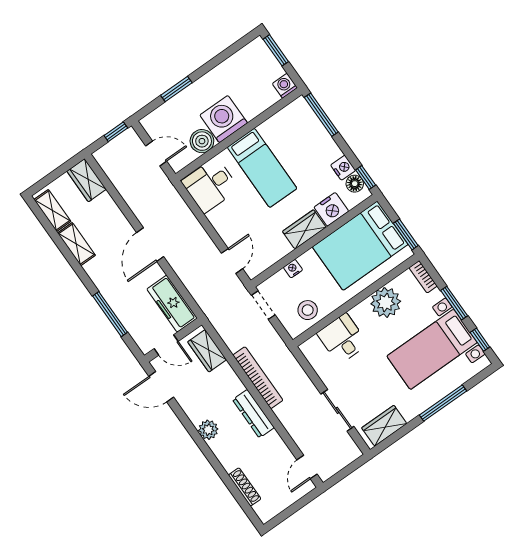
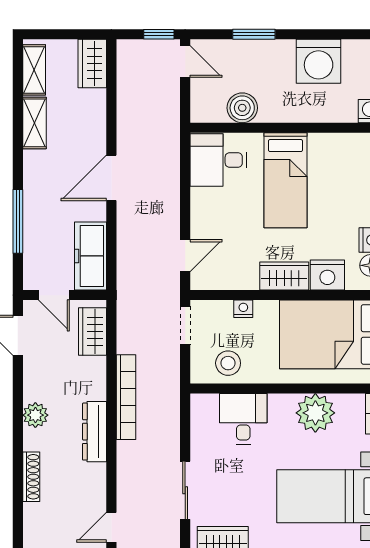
washing machine: (224, 119) -> (319, 61), moved, turned 180
door: (156, 153) -> (185, 61), moved
shoe rack: (245, 487) -> (31, 477), moved

